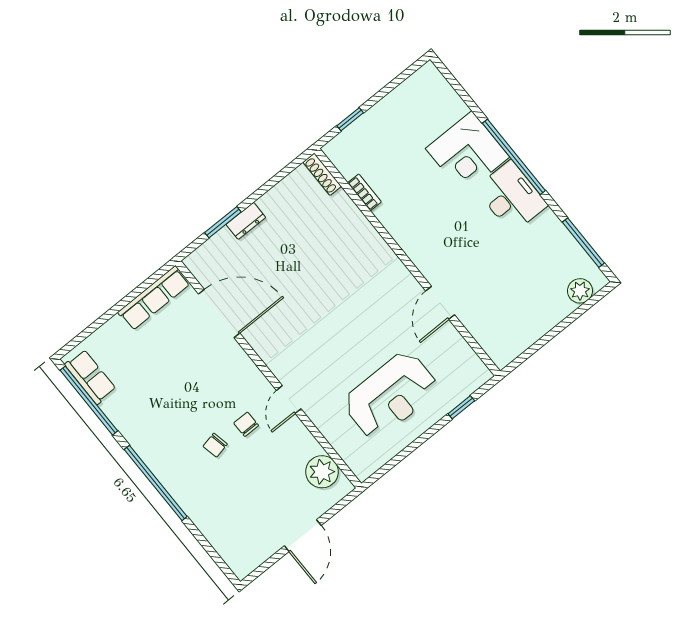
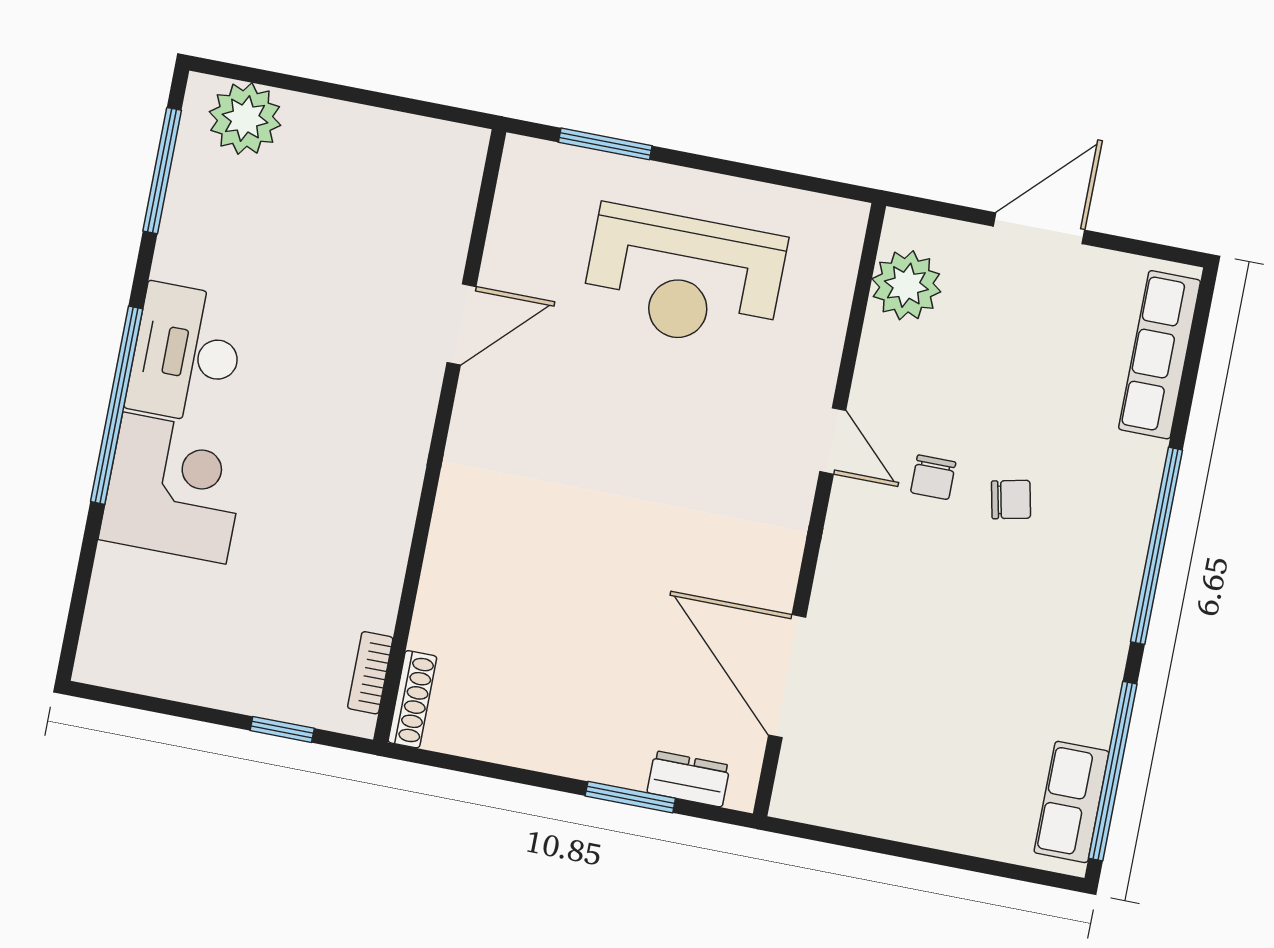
bookcase: (364, 192) -> (370, 673), moved
dresser: (246, 221) -> (689, 779), moved
plant: (580, 291) -> (245, 119), width x1.36, depth x1.36
row of seats: (154, 298) -> (1159, 355), moved, turned -90
reception desk: (391, 395) -> (684, 278), turned 180
door: (289, 400) -> (833, 441), hinge flipped
window: (461, 407) -> (605, 144), width x1.50

